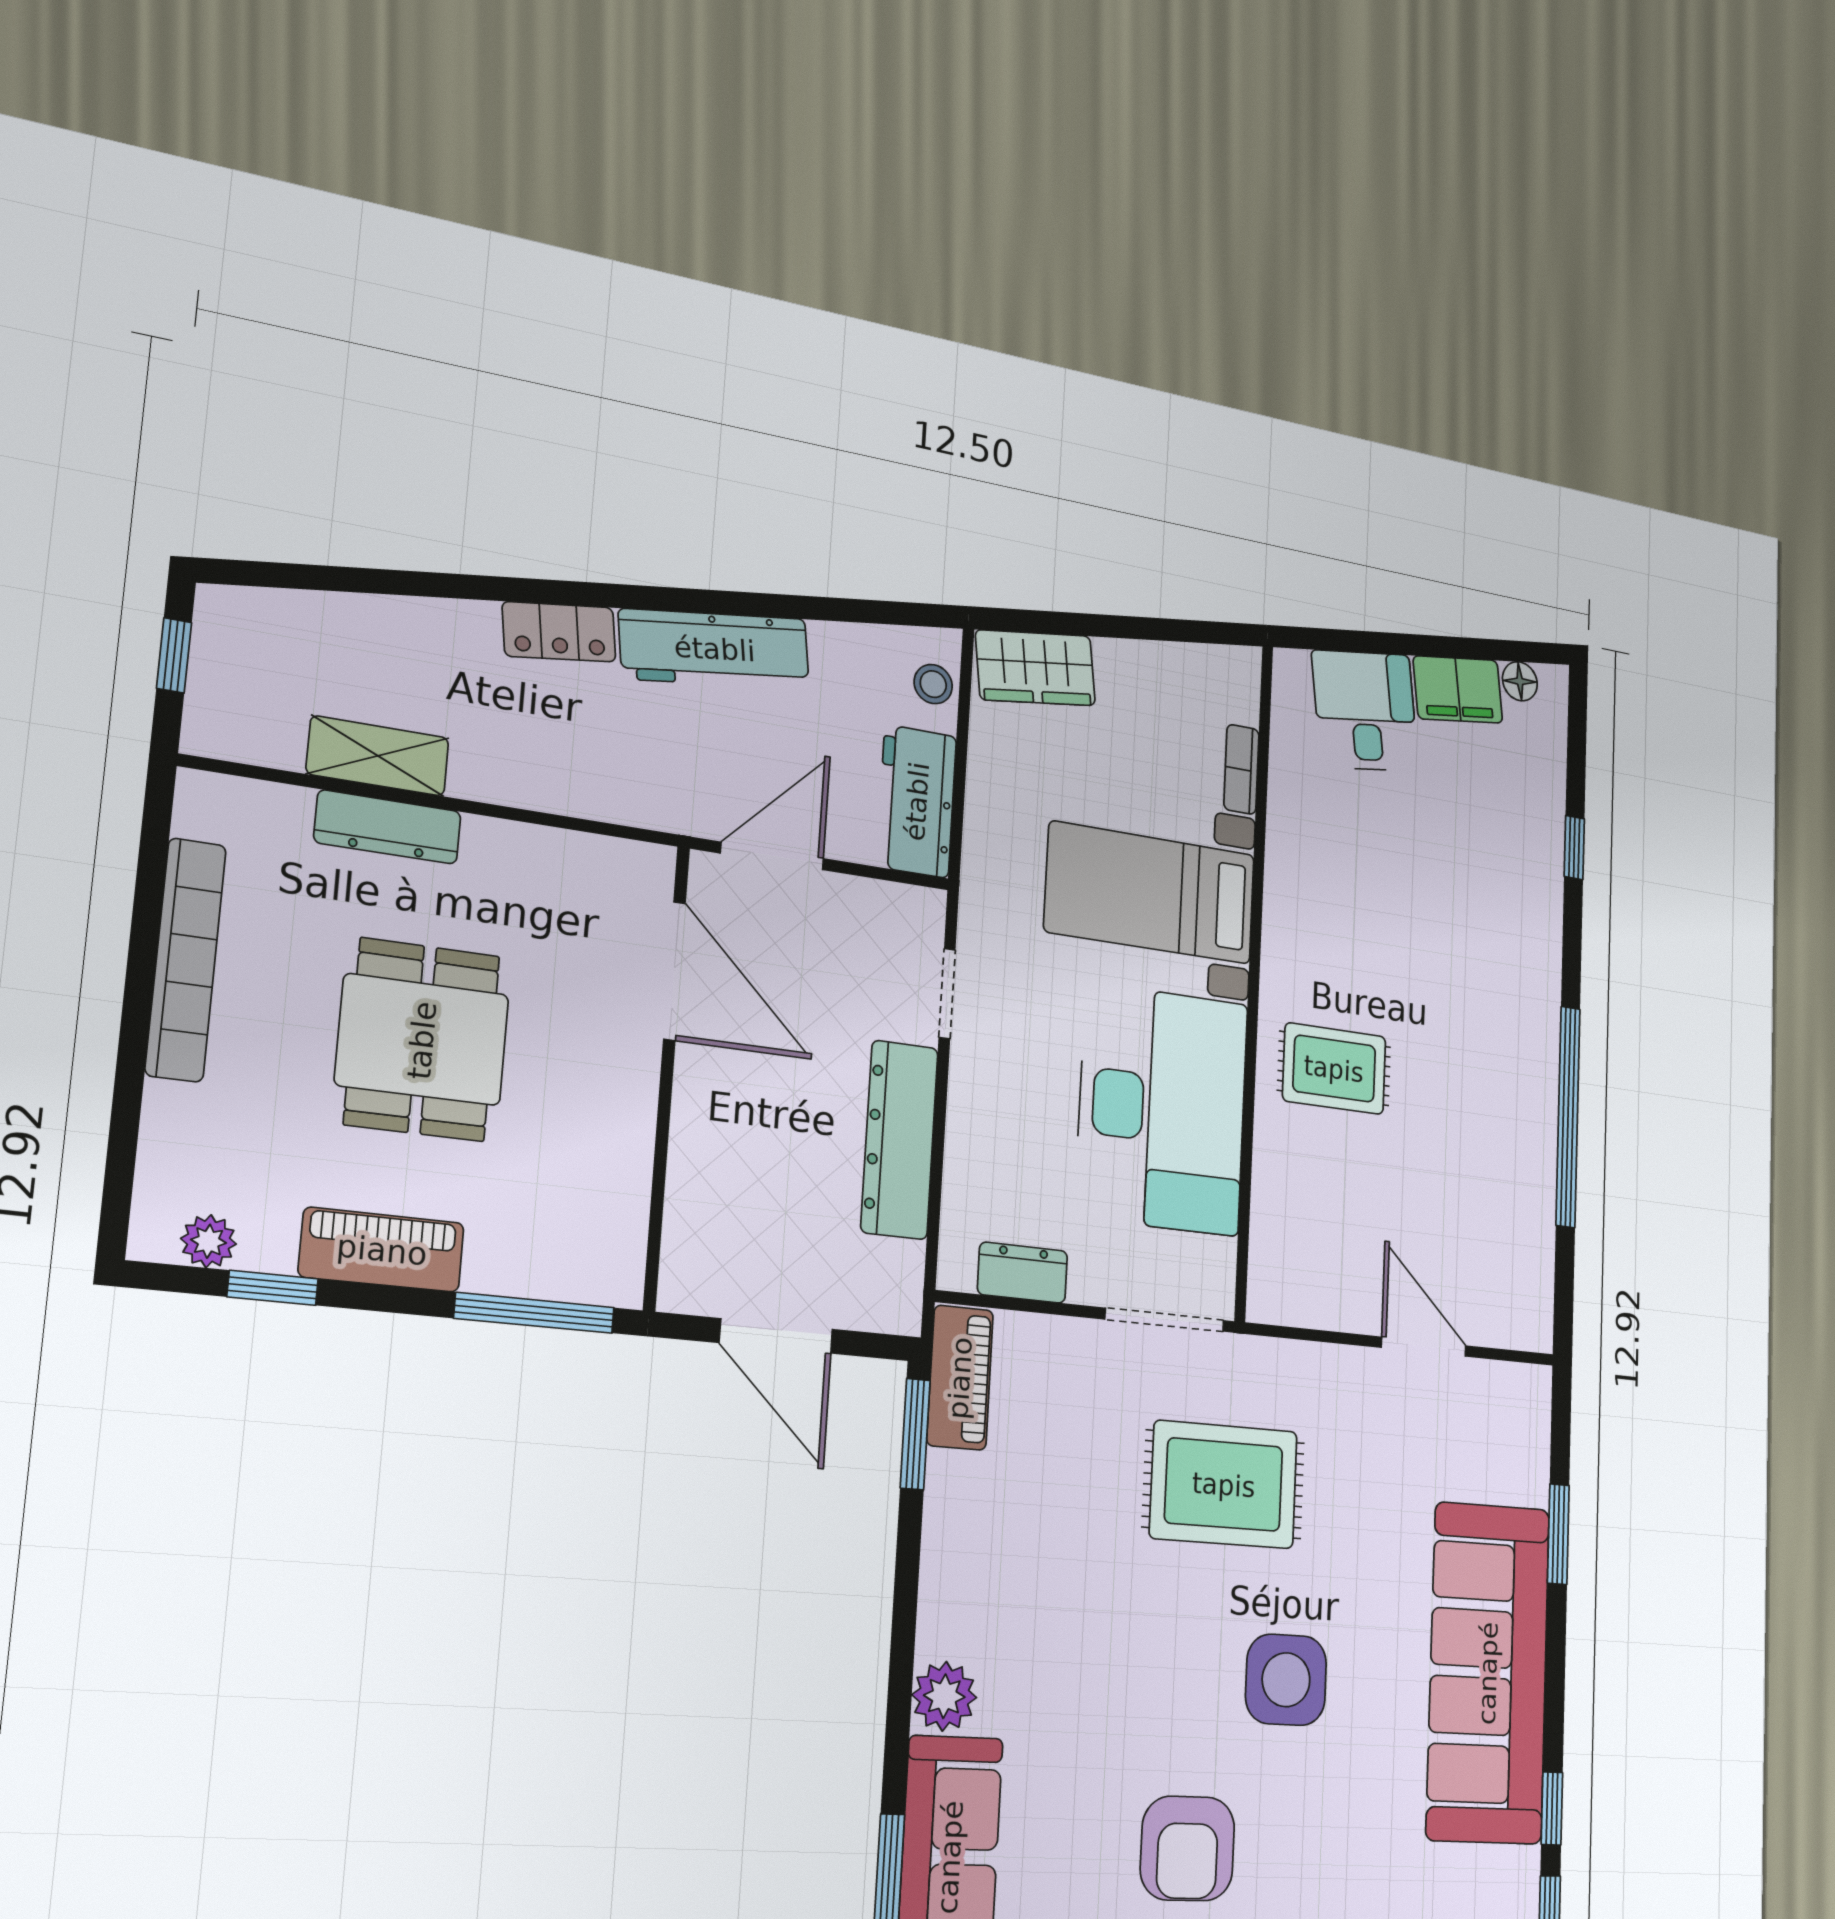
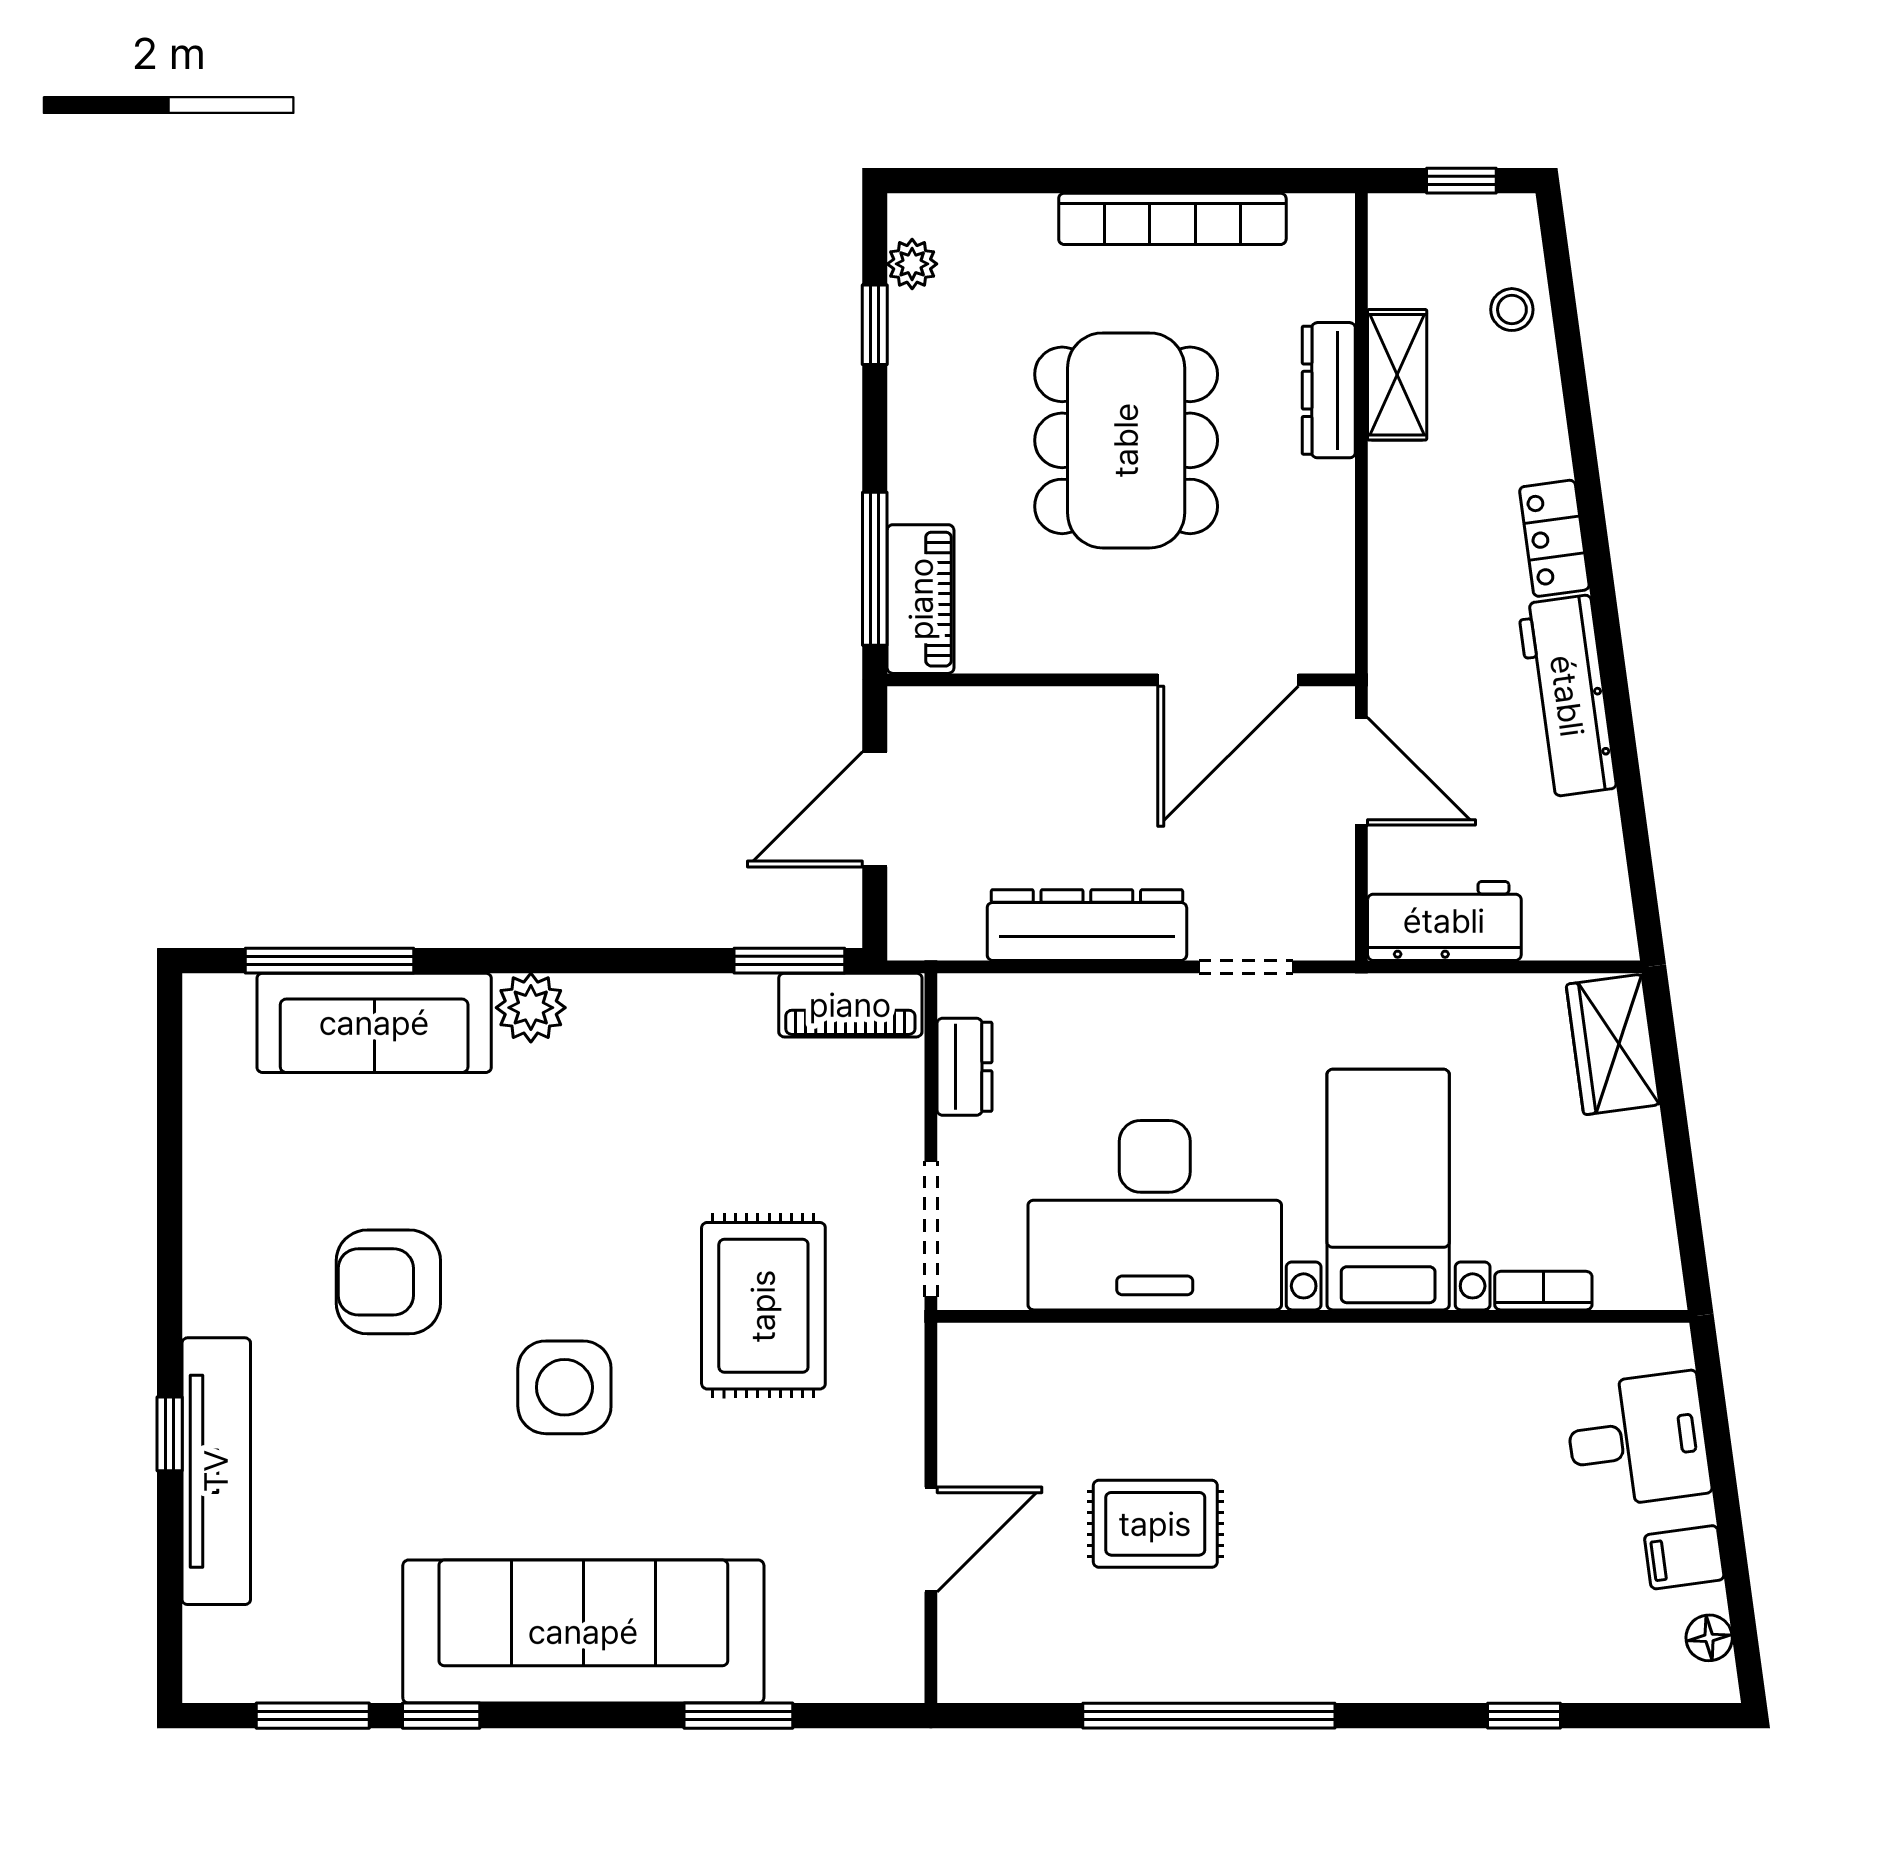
stool: (933, 684) -> (1512, 310), moved
filing cabinet: (1458, 690) -> (1684, 1557), width x0.50
dining table: (422, 1040) -> (1126, 440), width x1.38
rug: (1334, 1069) -> (1155, 1524), moved, turned 90
piano: (382, 1250) -> (921, 599), moved

